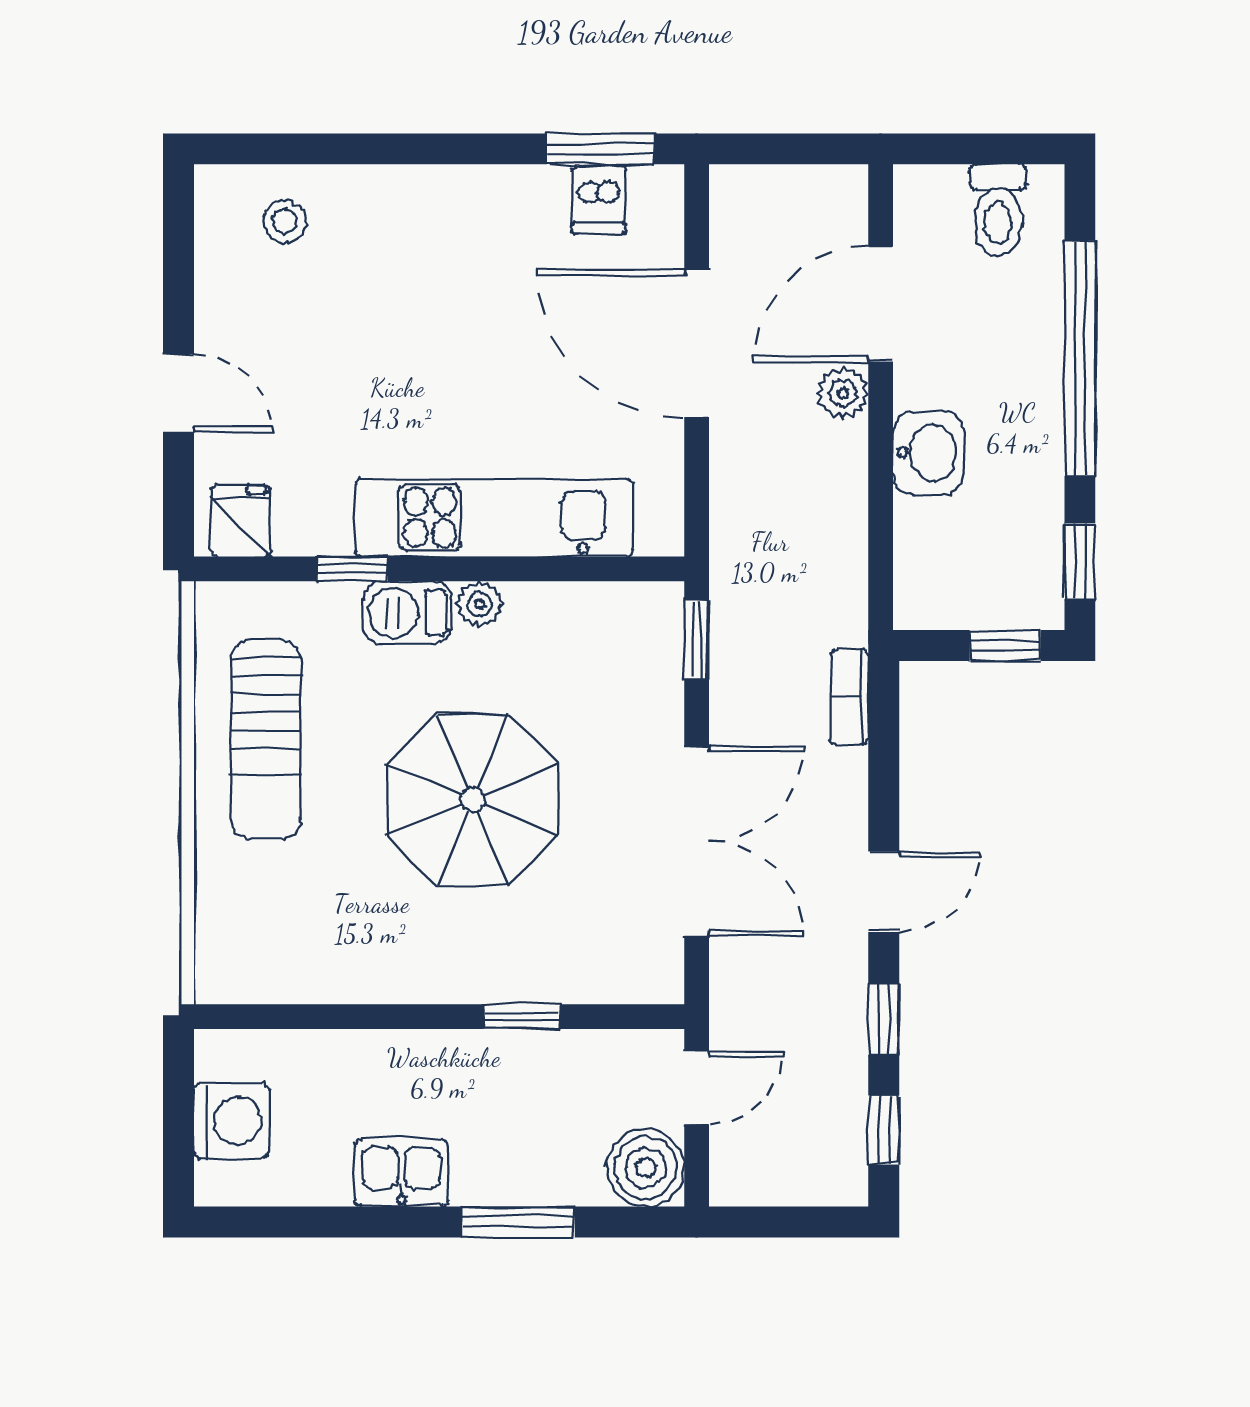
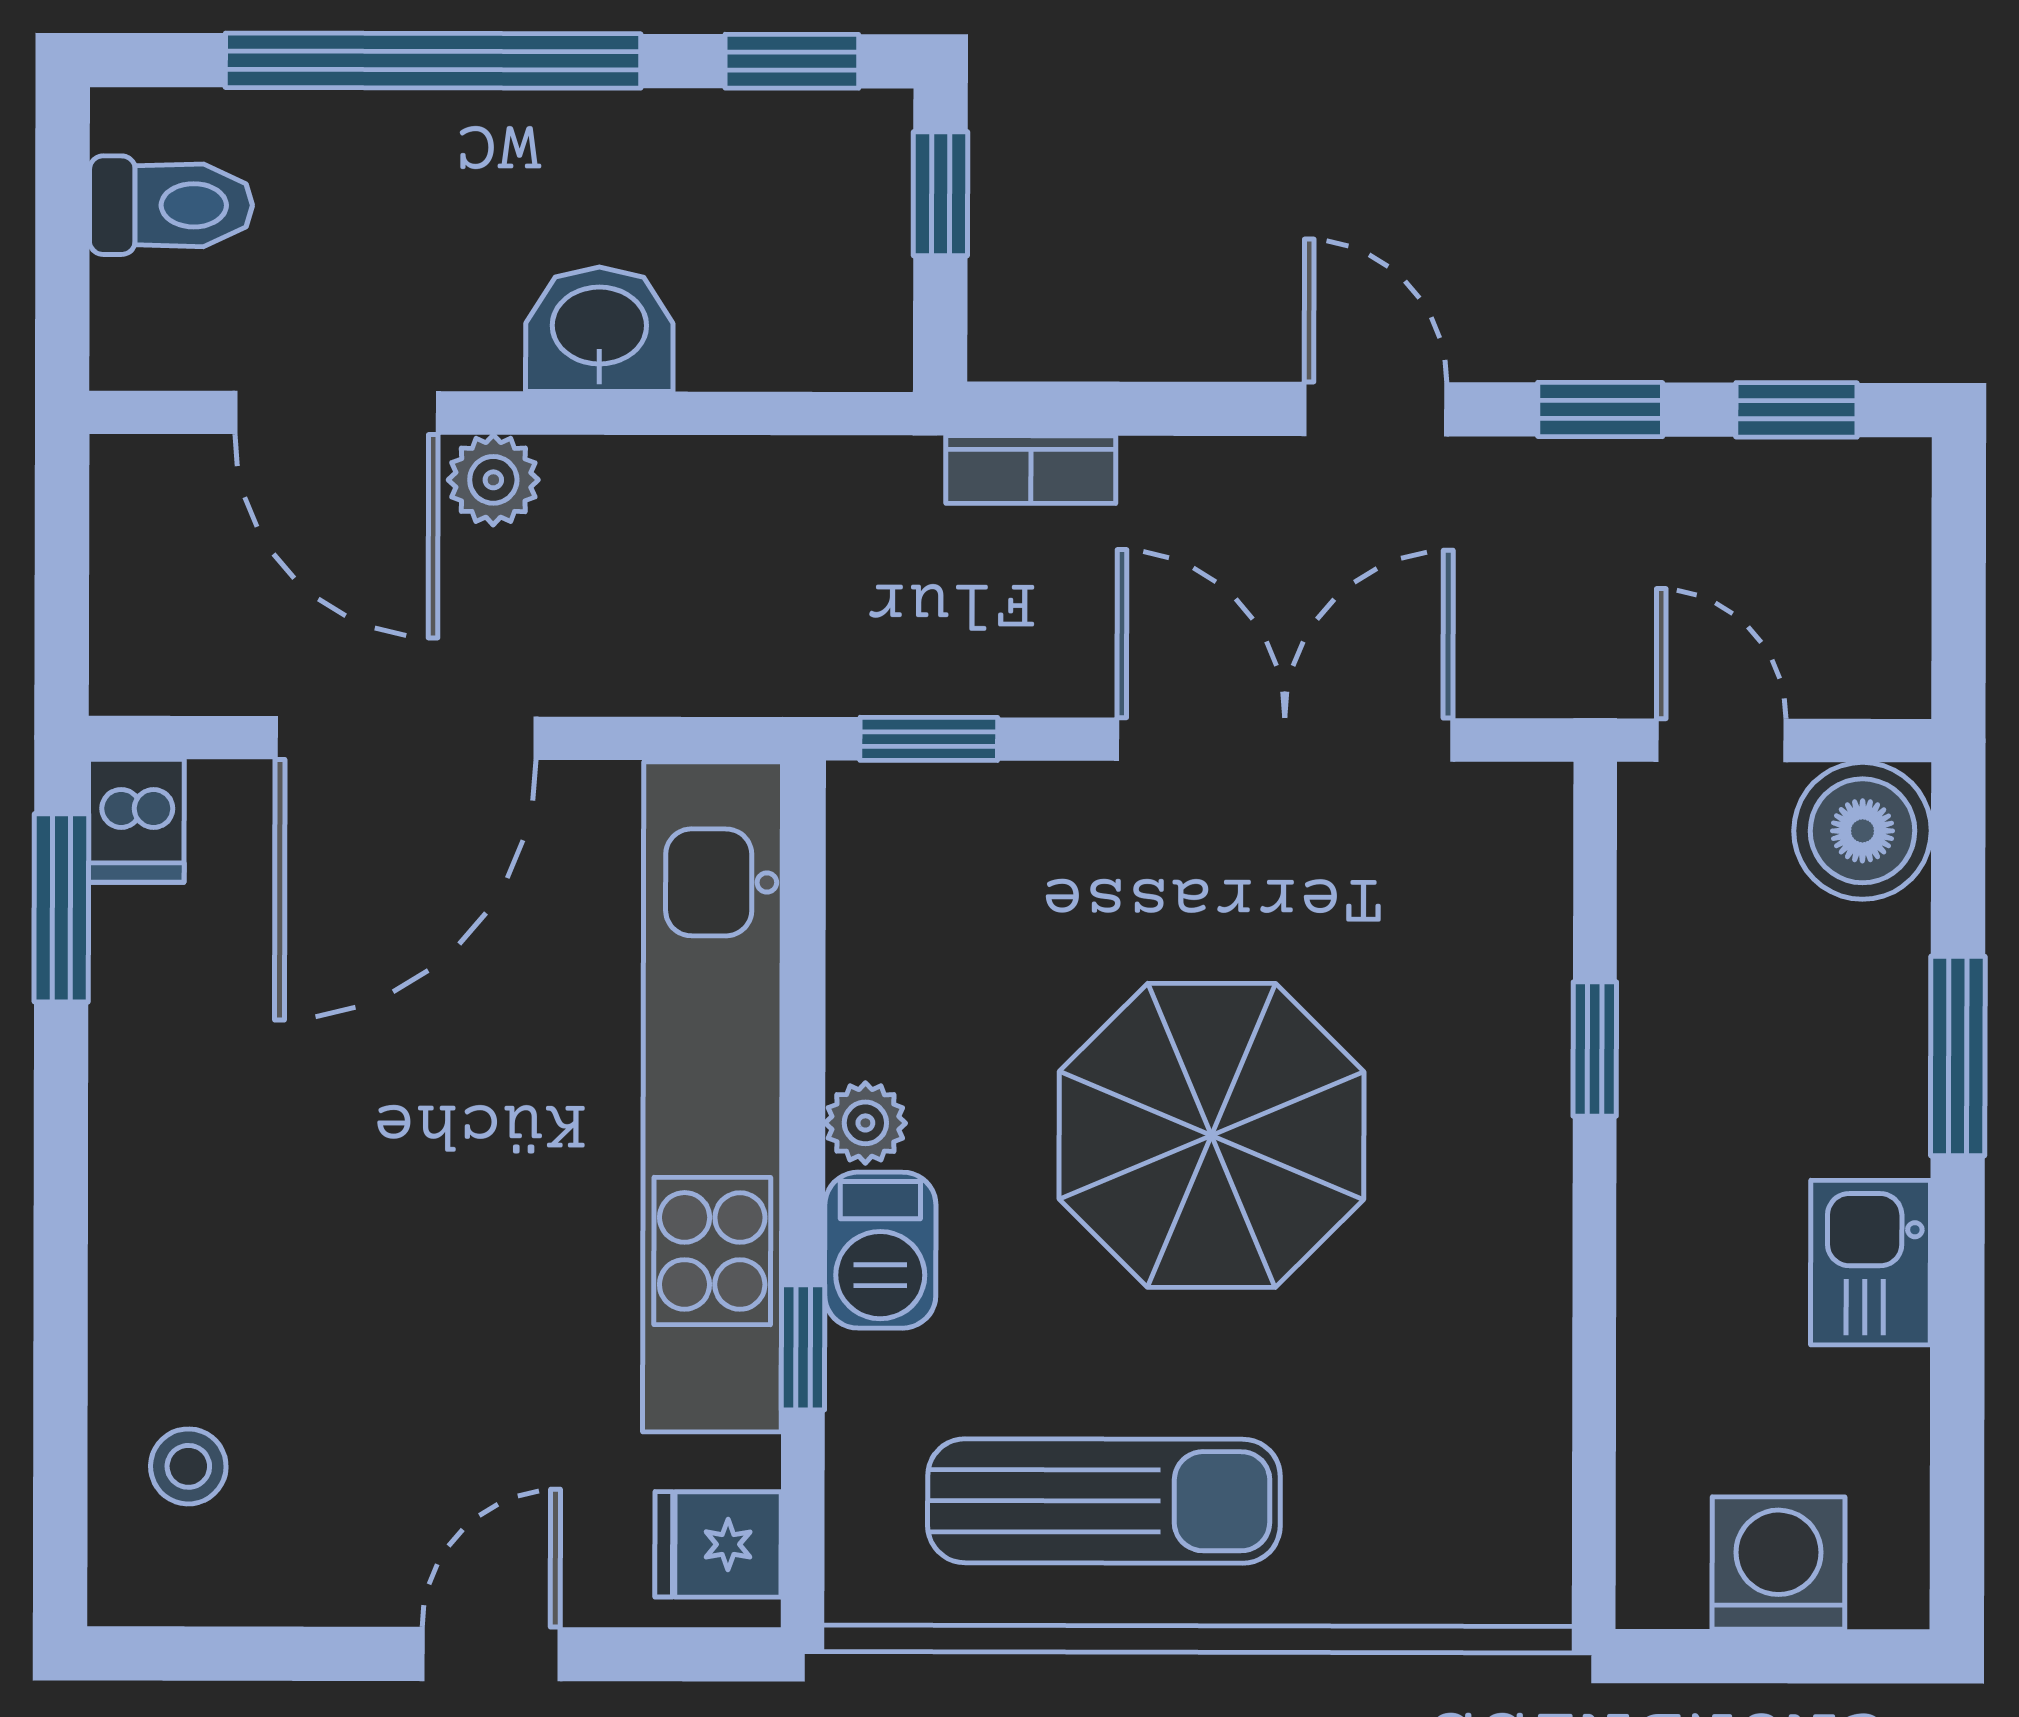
dishwasher: (599, 199) -> (136, 821), moved, turned 90
kitchen unit: (494, 517) -> (712, 1097), width x1.36

